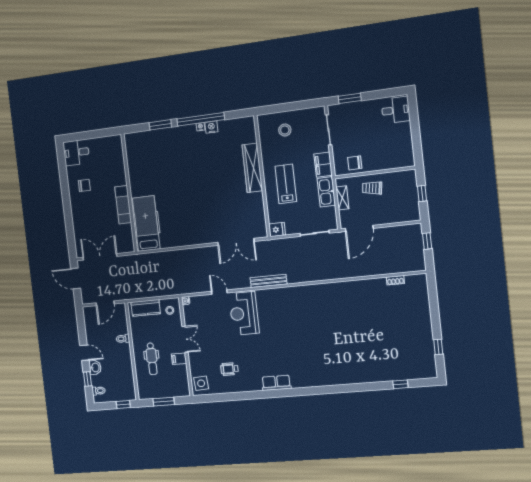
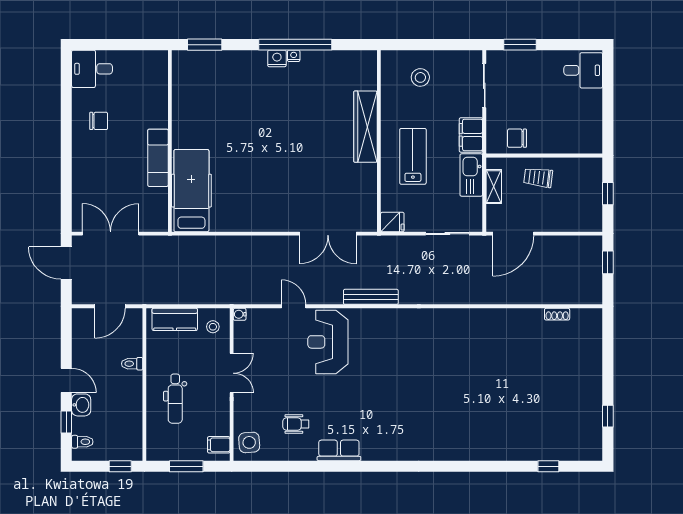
window: (160, 125) -> (205, 45), moved
nightstand: (211, 127) -> (277, 58), moved
filing cabinet: (179, 359) -> (219, 445), moved
row of seats: (276, 383) -> (339, 450), moved

